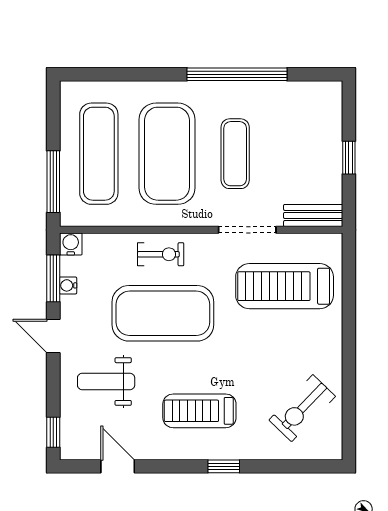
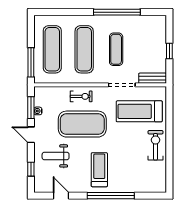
exercise mat: (167, 154) -> (84, 49), width x0.68
water cooler: (71, 244) -> (39, 92), removed
exercise bike: (302, 408) -> (155, 145), moved, turned 136
treadmill: (199, 411) -> (99, 170), turned 90
window: (53, 432) -> (31, 169), moved
window: (224, 466) -> (111, 196), width x3.17

